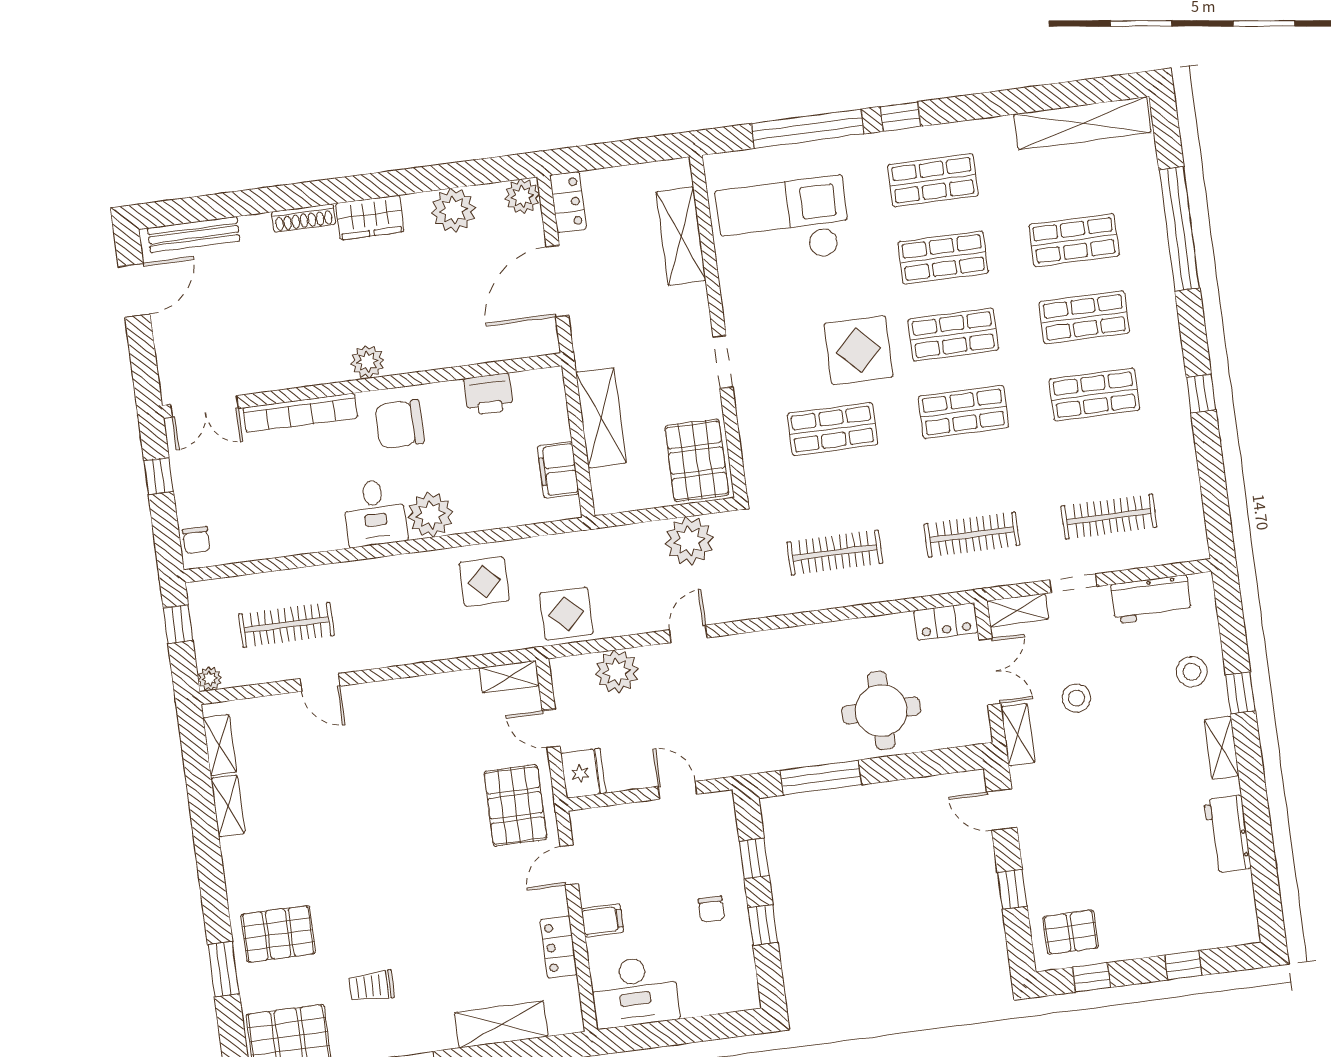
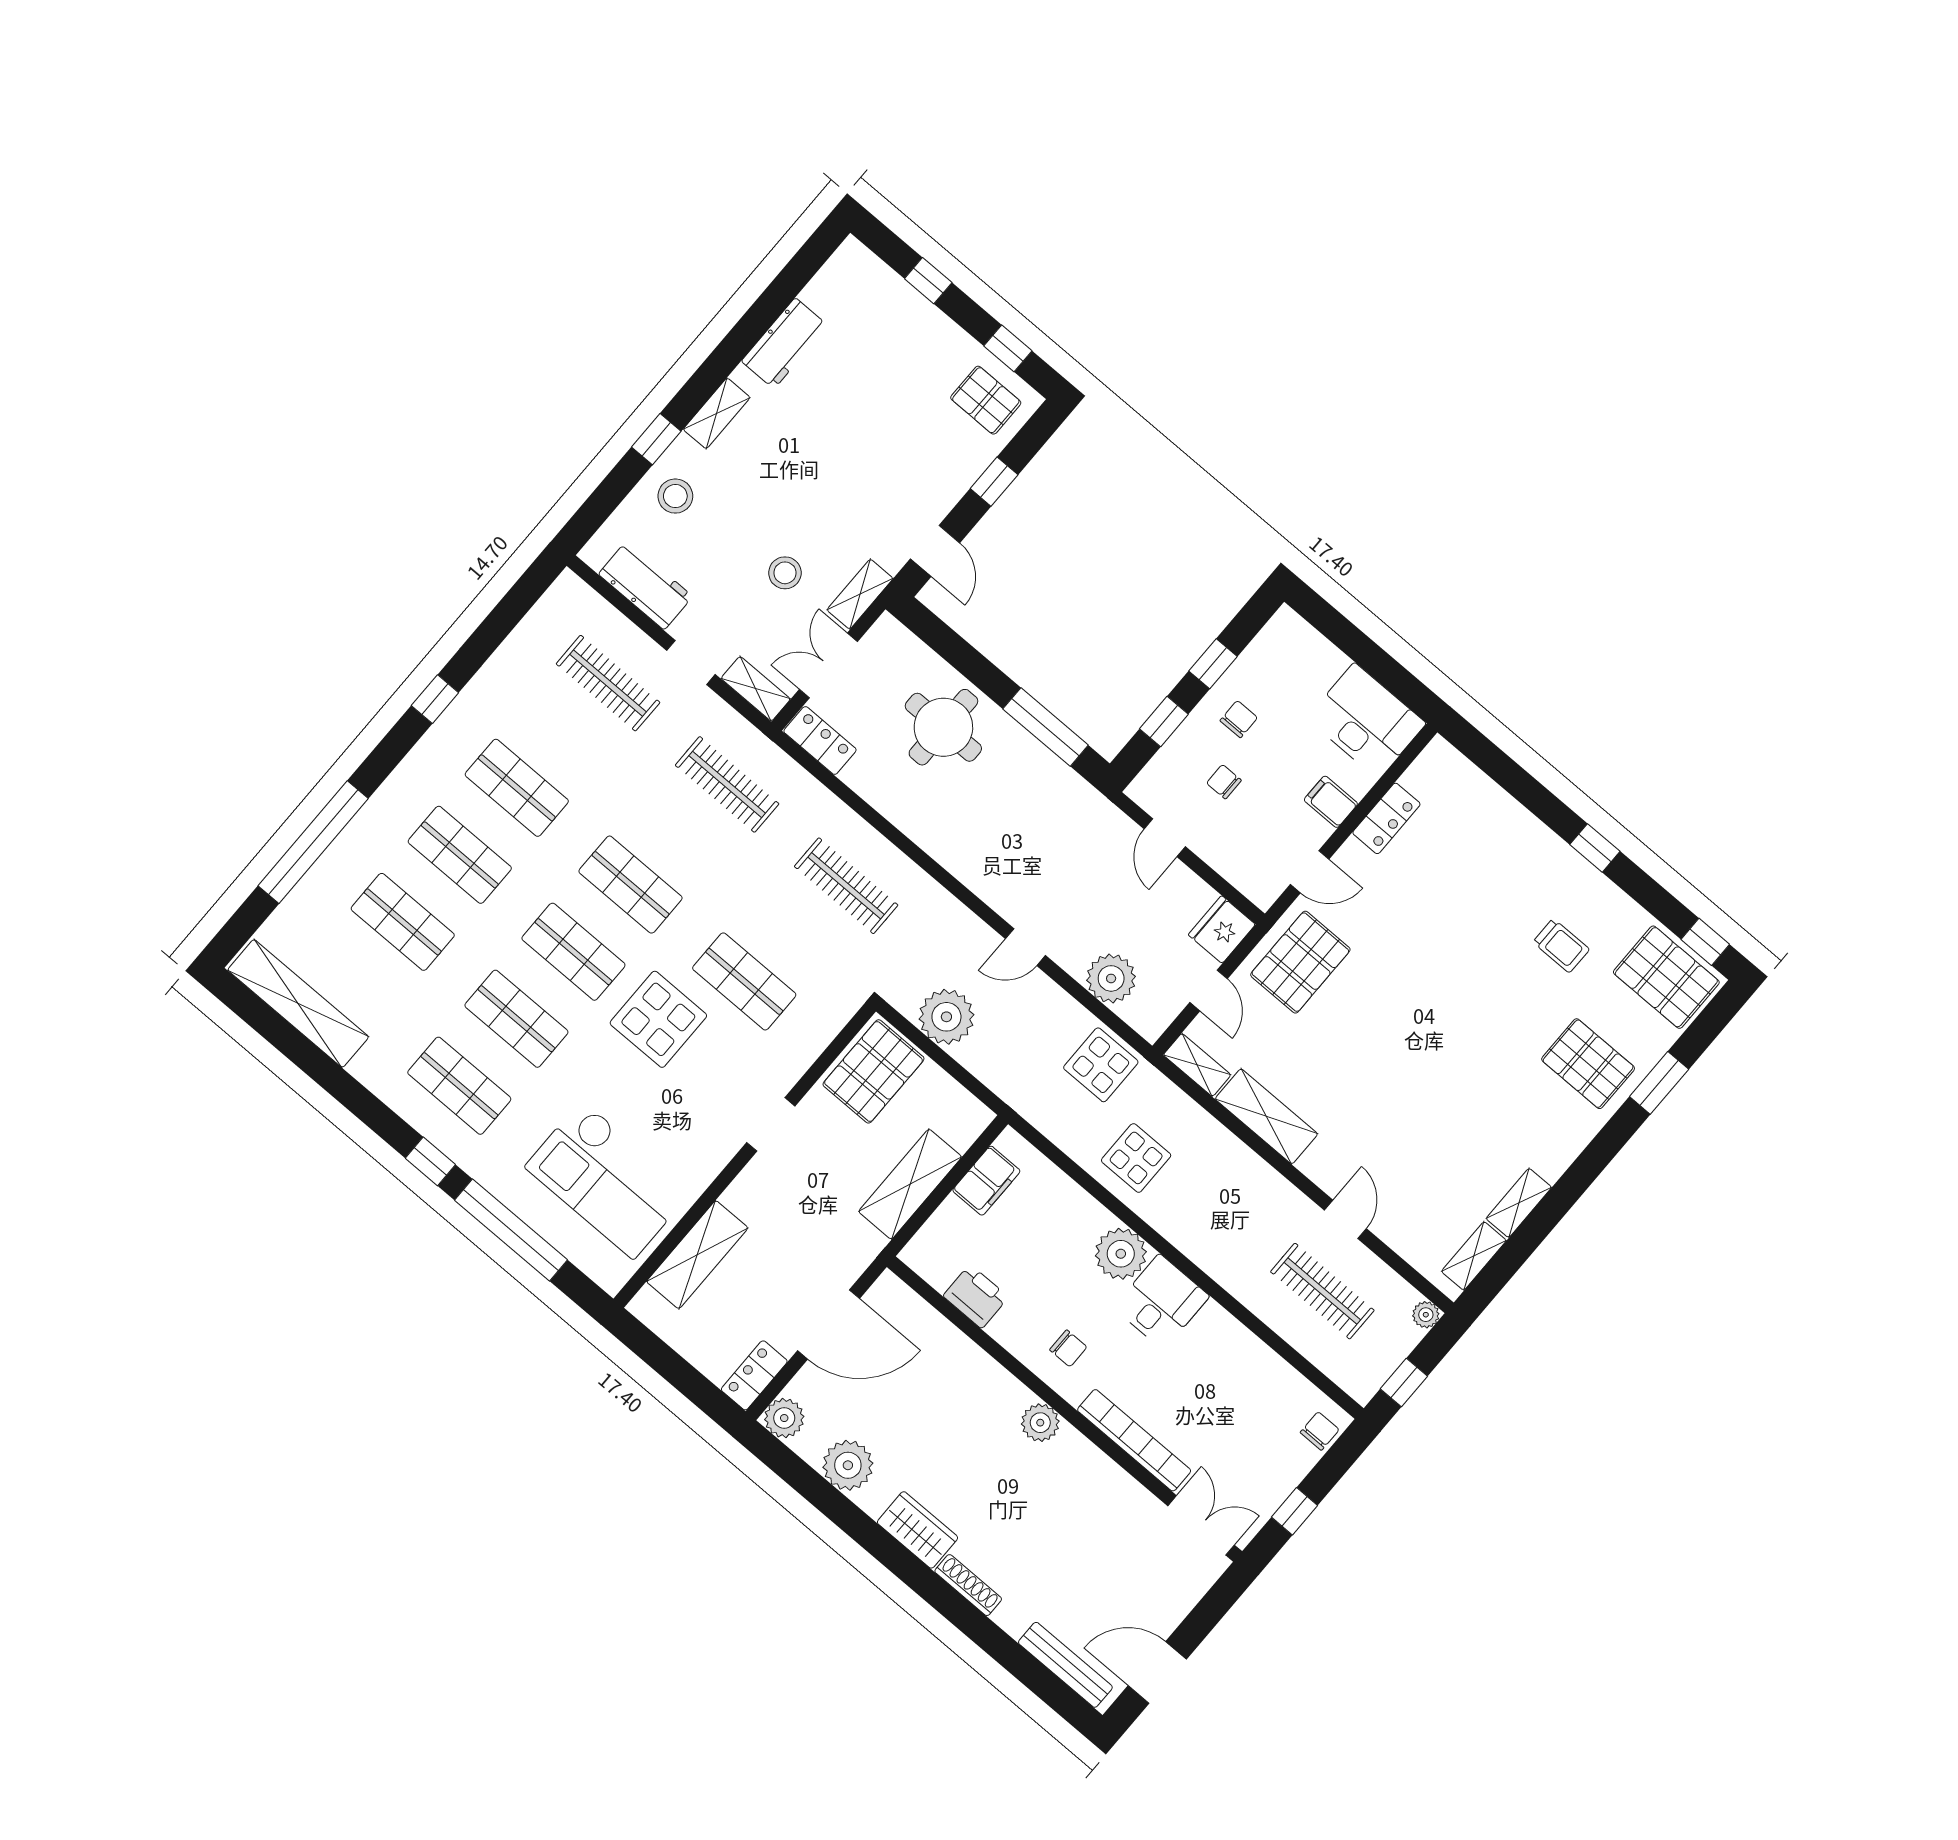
chair: (400, 424) -> (1068, 1348), width x0.54, depth x0.54
chair: (679, 862) -> (1224, 782), added
shelving: (501, 1025) -> (1266, 1116), moved

